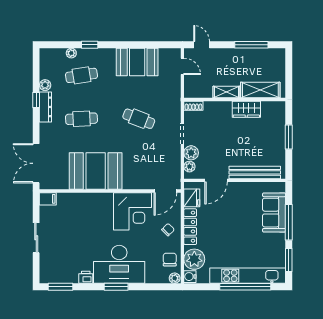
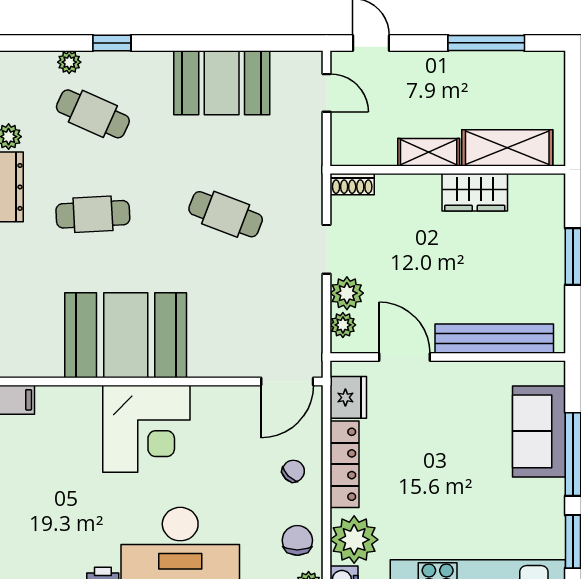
cafe table: (81, 75) -> (93, 114), turned 33
door: (216, 180) -> (404, 357), swing flipped
corner desk: (133, 211) -> (146, 429), moved

